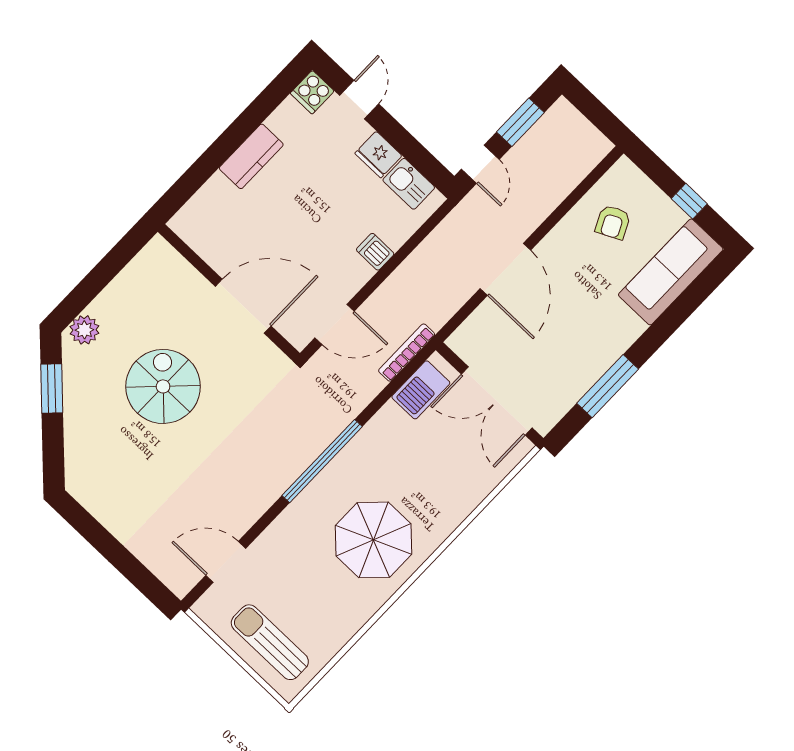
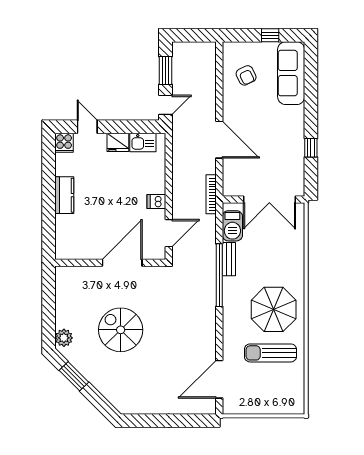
door: (480, 164) -> (166, 105), hinge flipped
dishwasher: (375, 252) -> (156, 201), moved
bookcase: (407, 353) -> (211, 194), moved
window: (608, 386) -> (311, 148), width x0.46
bench: (378, 426) -> (229, 259), added
window: (322, 461) -> (219, 275), moved
door: (226, 562) -> (219, 379), width x1.36
sun lounger: (270, 642) -> (270, 353), moved

